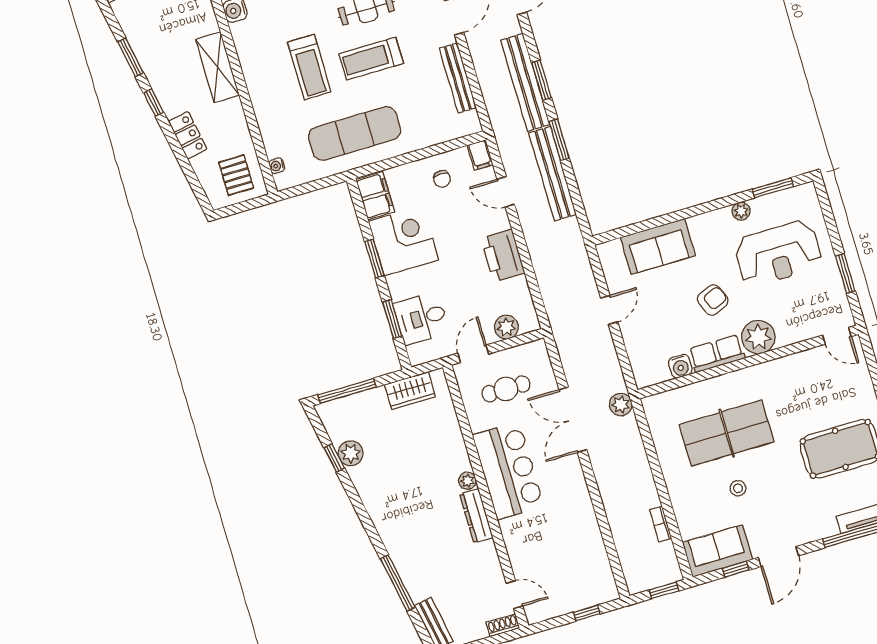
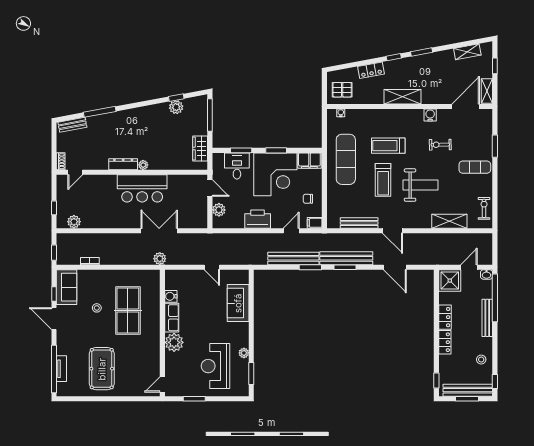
treadmill: (371, 59) -> (383, 180), turned 180
corner desk: (404, 241) -> (275, 174), width x1.36, depth x1.36
armchair: (713, 300) -> (201, 324), removed
cafe table: (506, 389) -> (186, 200), removed
plant: (601, 572) -> (74, 222), added

